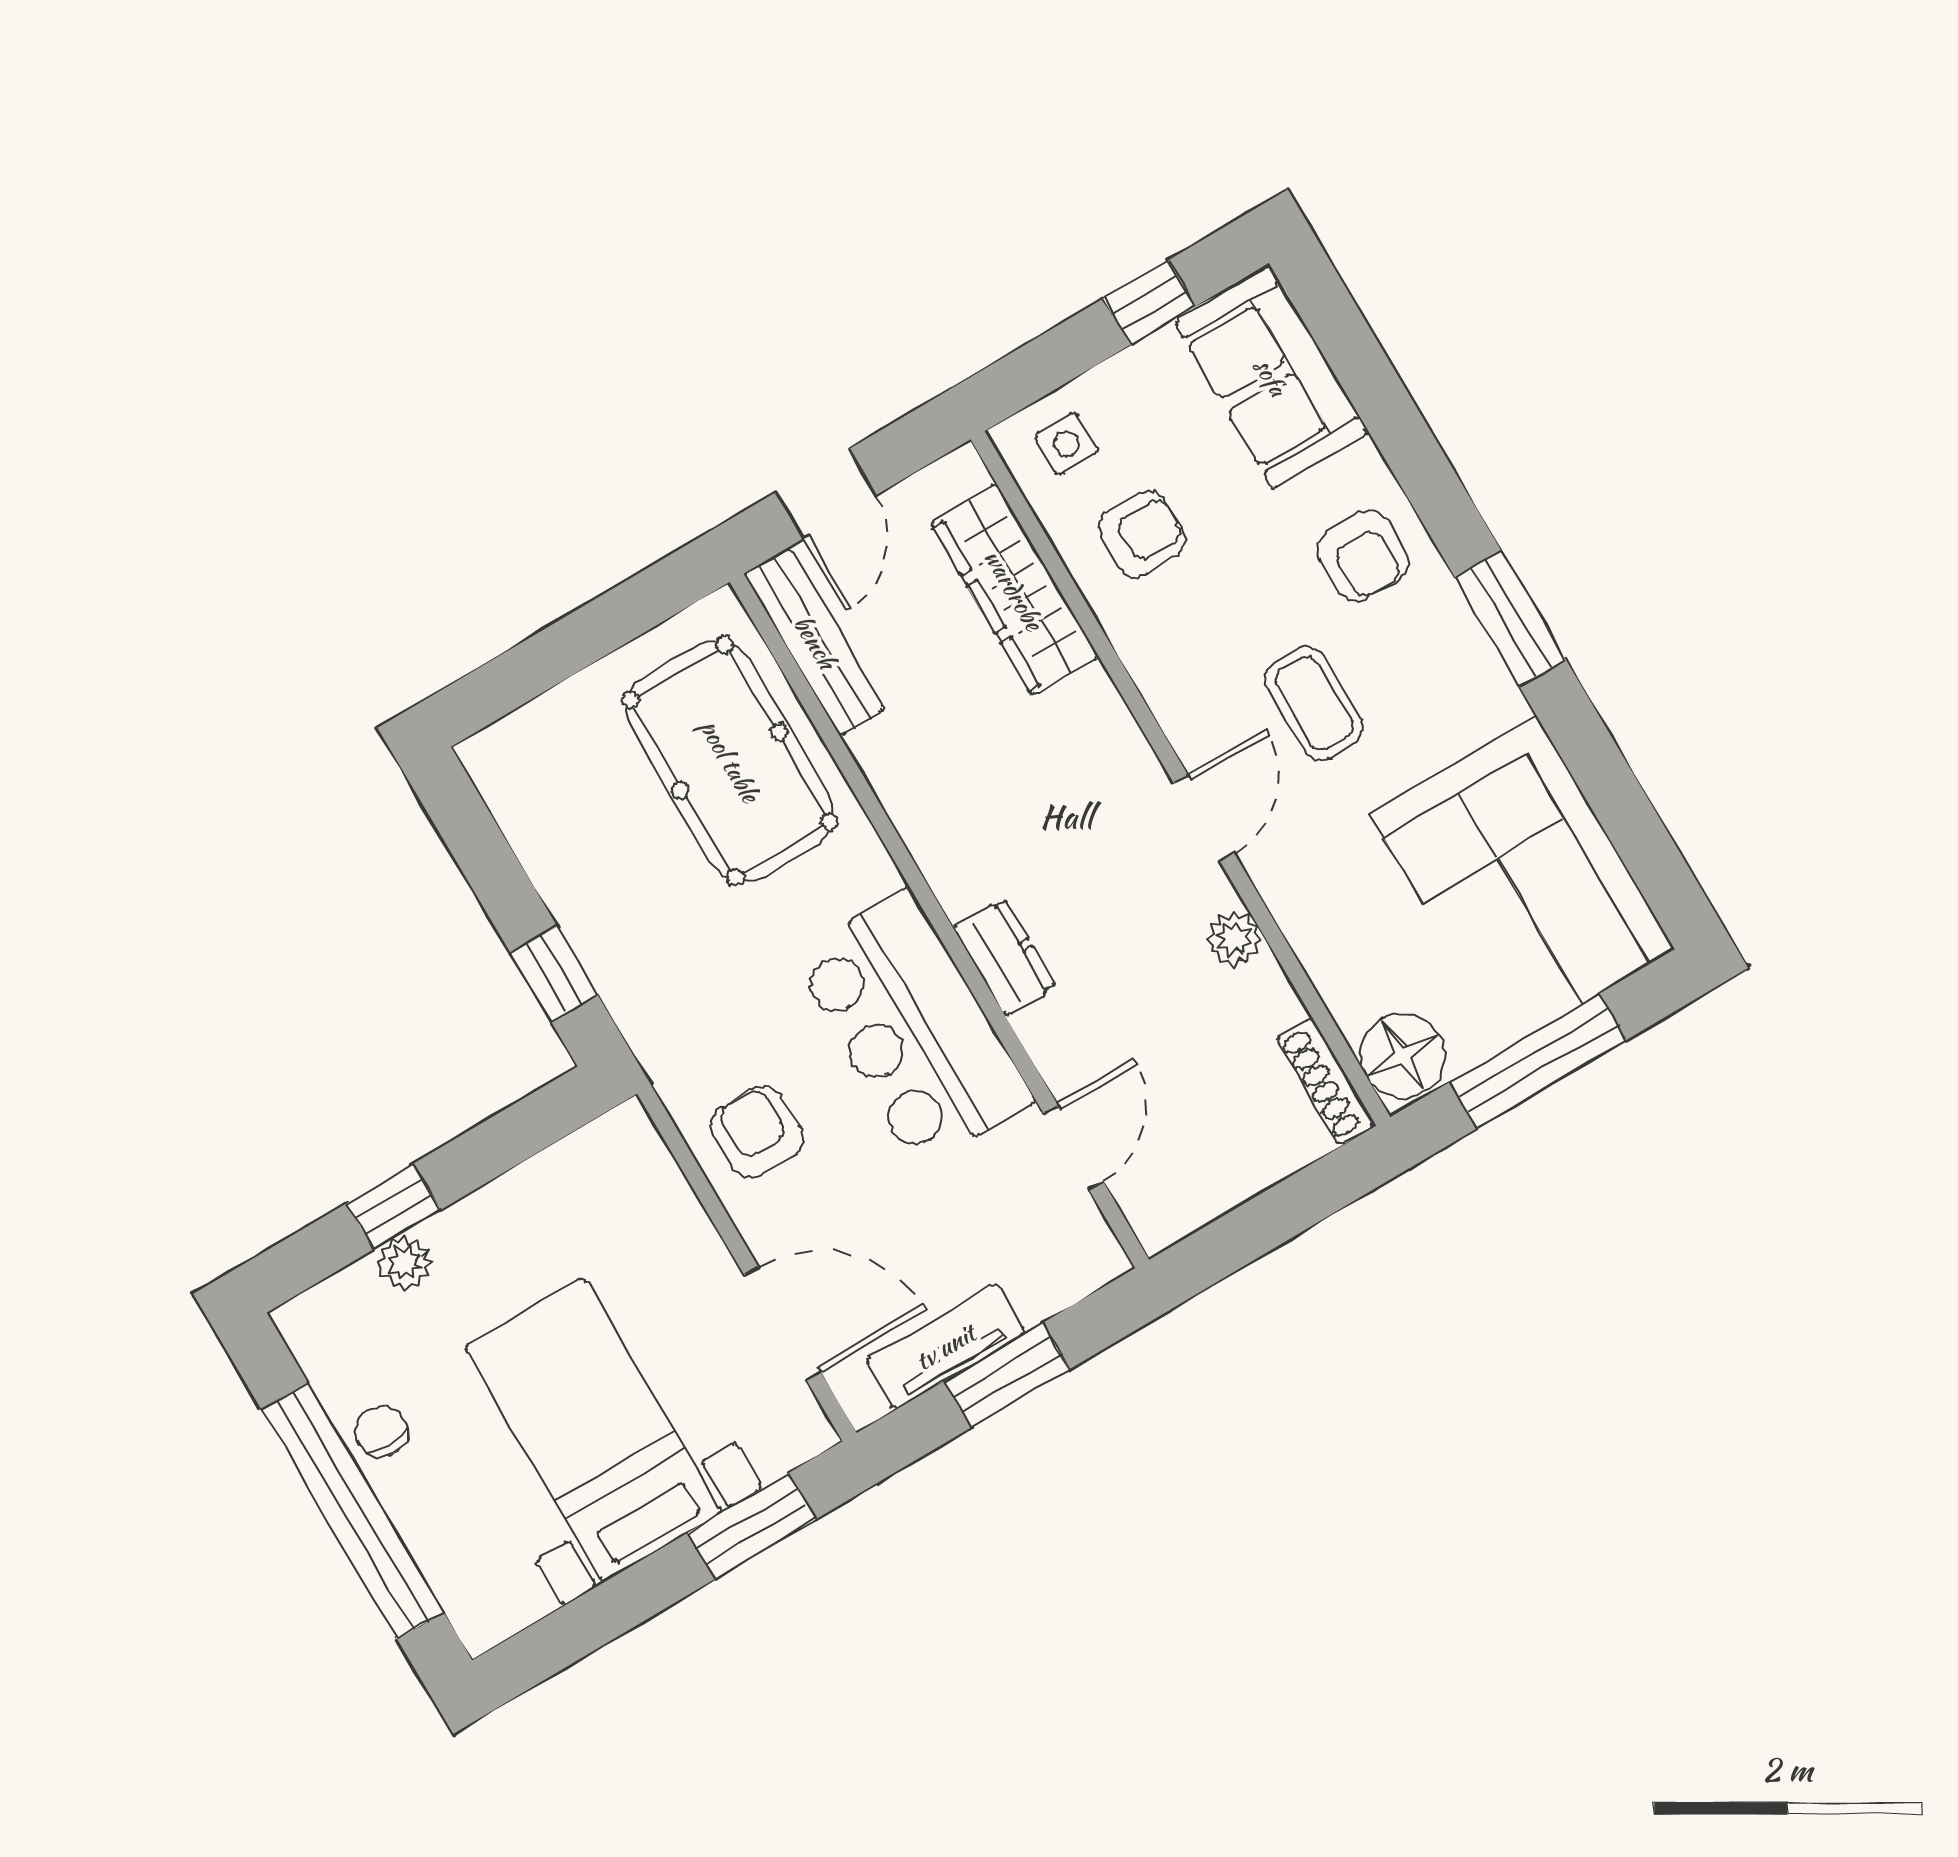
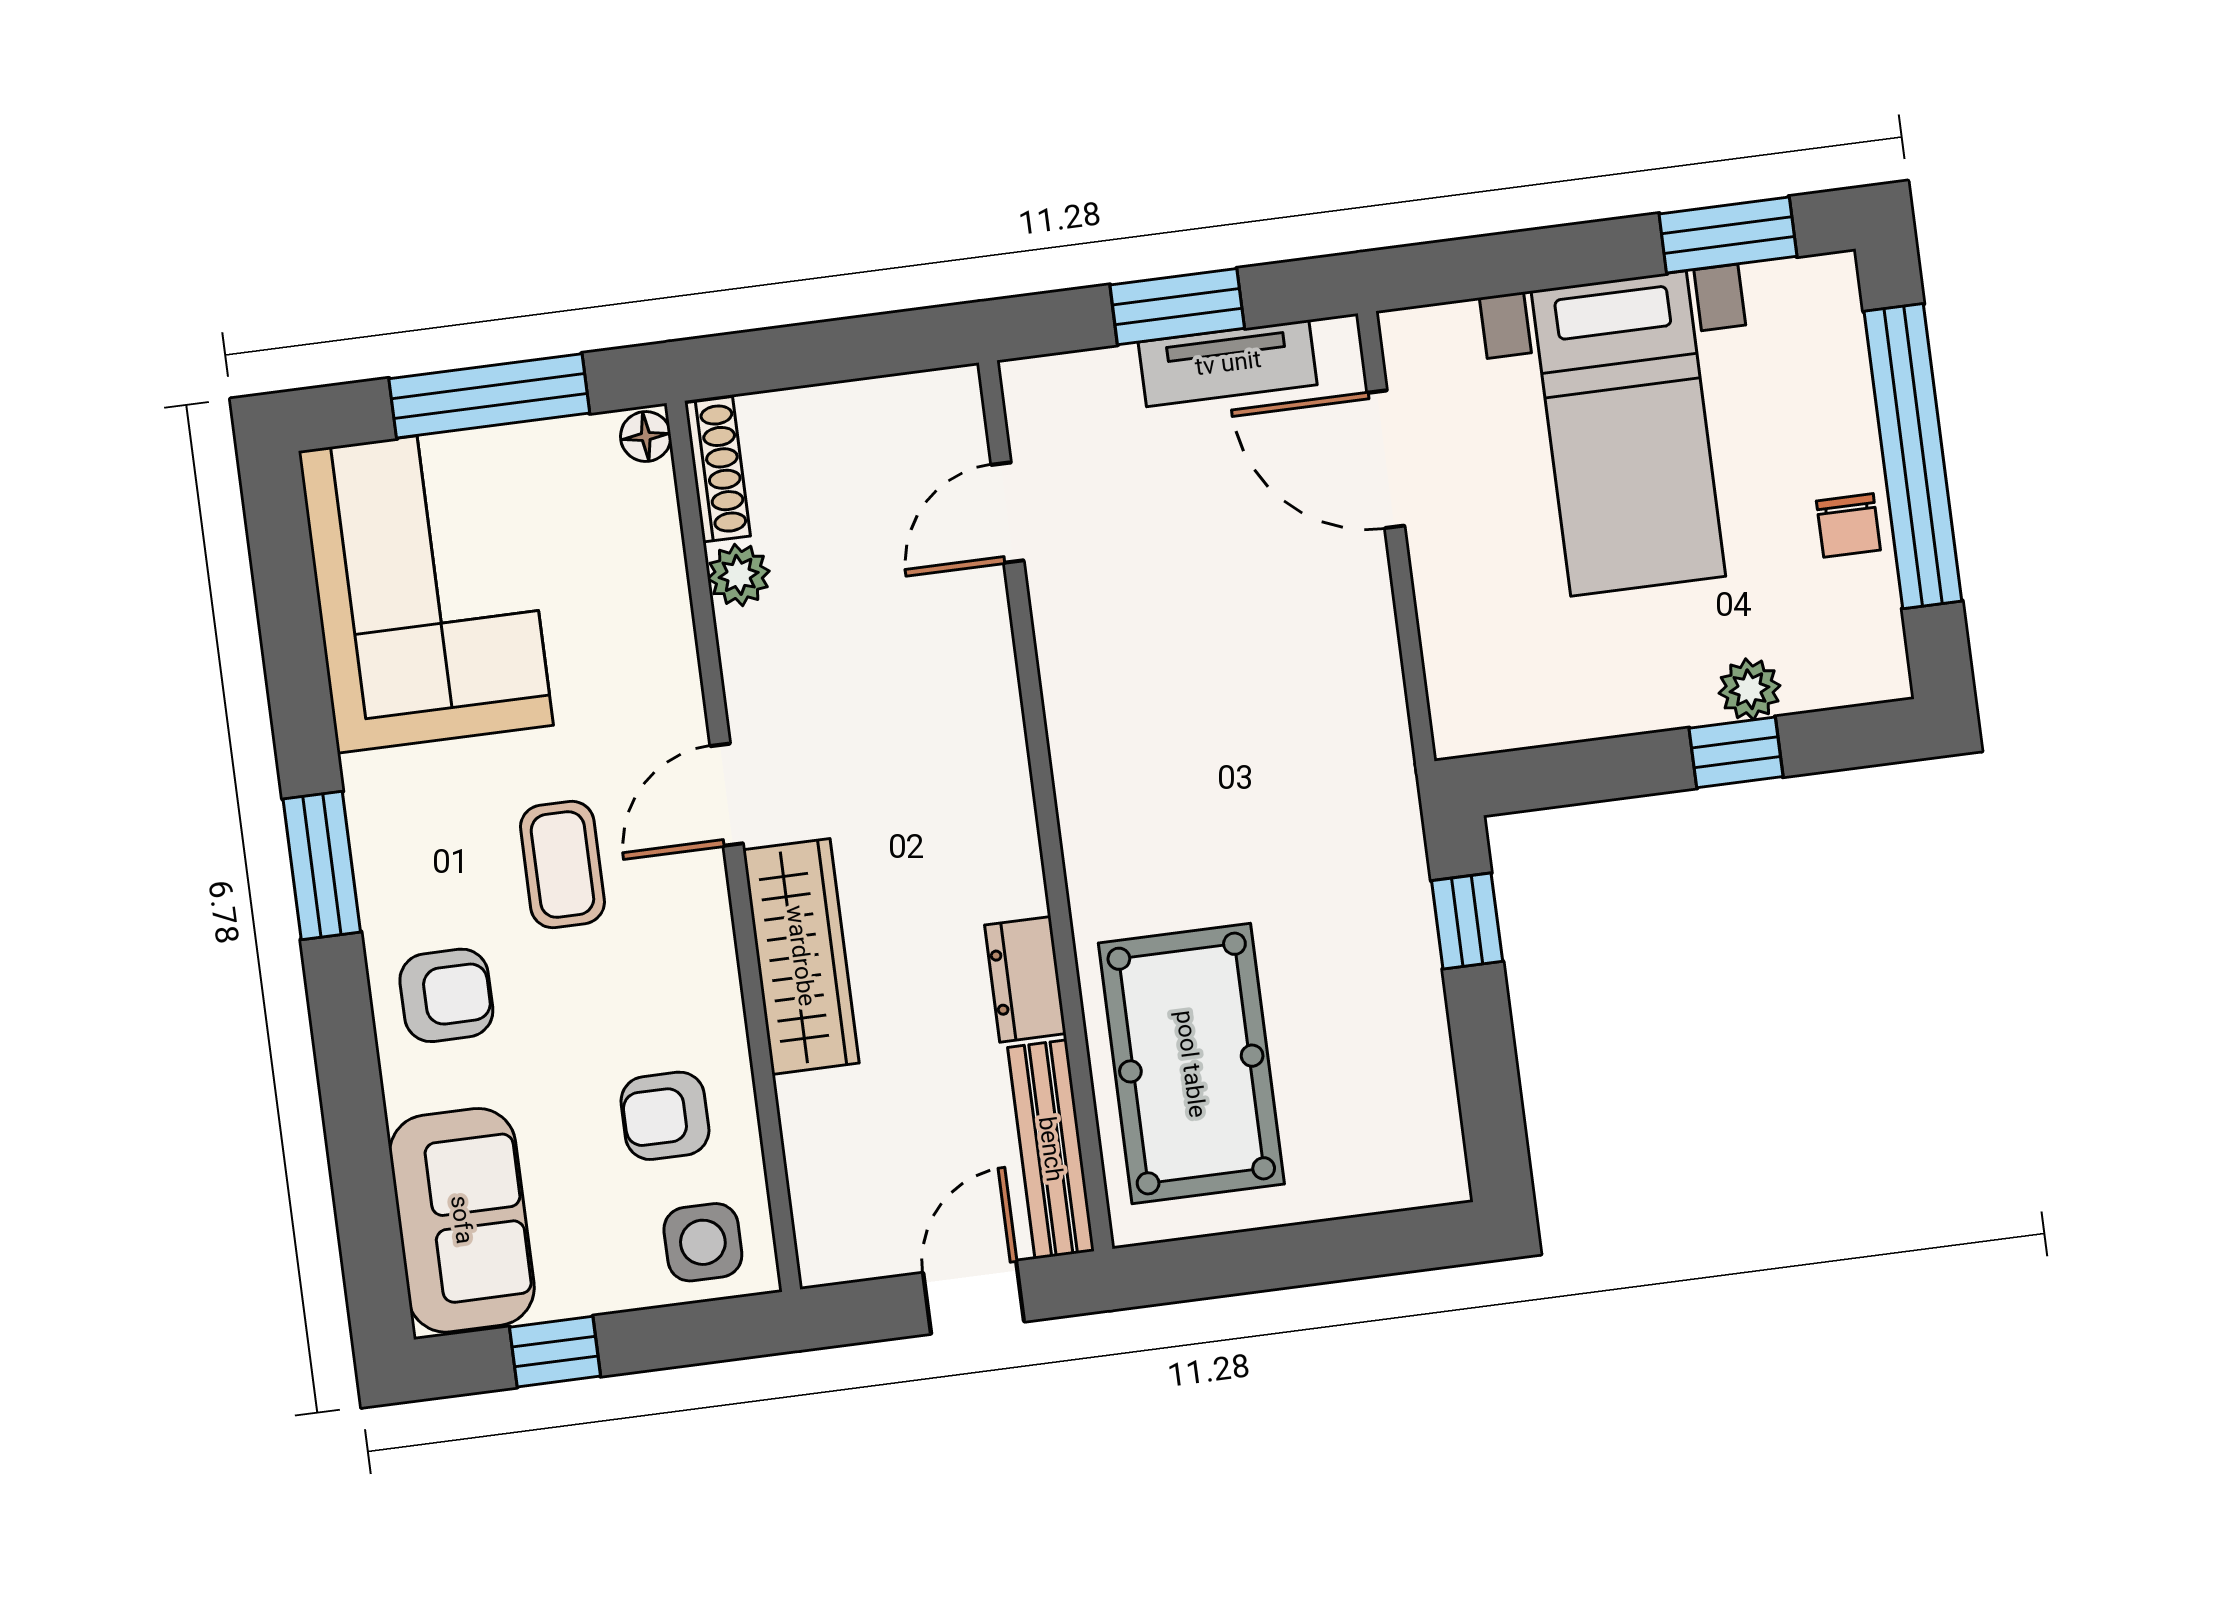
side table: (1067, 444) -> (703, 1242), width x1.37, depth x1.37
armchair: (1363, 556) -> (446, 995), turned 90
wardrobe: (1014, 590) -> (801, 956), moved
plant: (1234, 939) -> (739, 575), moved
dresser: (1005, 957) -> (1025, 979), moved
bar counter: (913, 1029) -> (1121, 706), removed
floor lamp: (1403, 1056) -> (646, 436), width x0.53, depth x0.53
armchair: (757, 1132) -> (1327, 669), removed
window: (752, 1526) -> (1728, 235), moved

